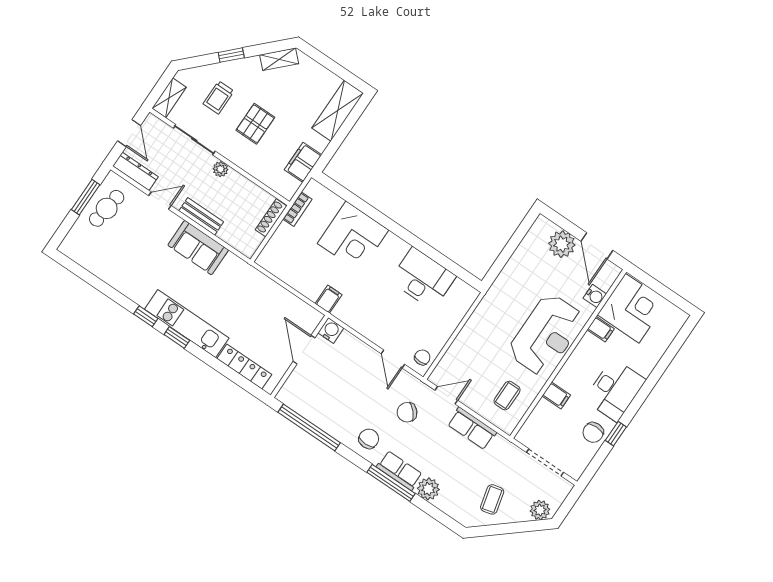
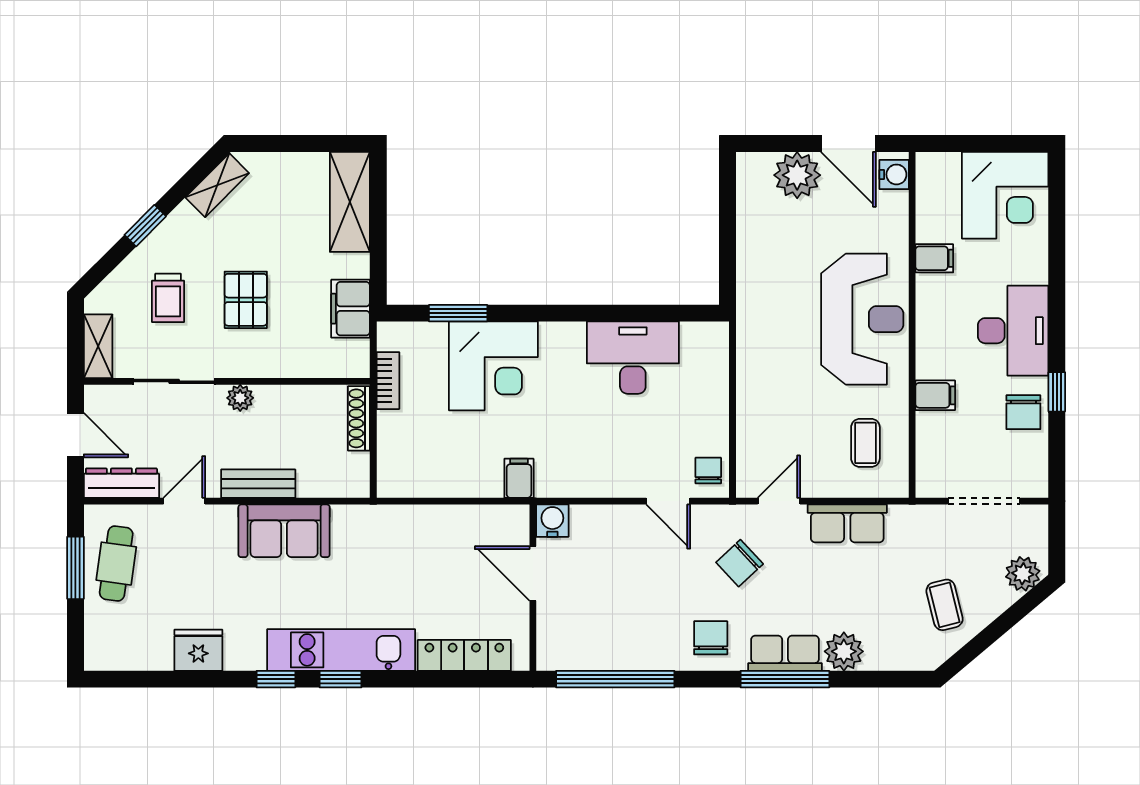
window: (353, 200) -> (458, 313), added
fridge: (118, 277) -> (198, 650), added
water cooler: (595, 296) -> (894, 174), moved
corner desk: (632, 308) -> (1005, 195), moved, turned 90

